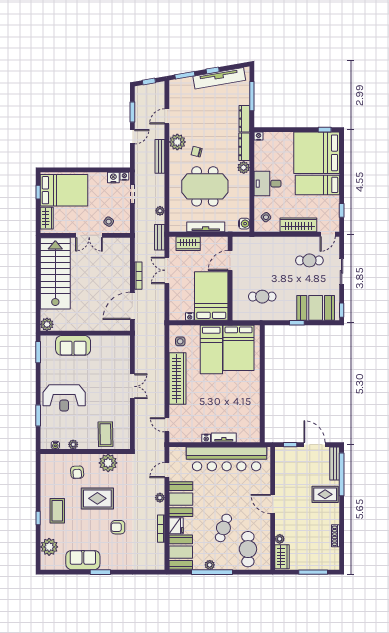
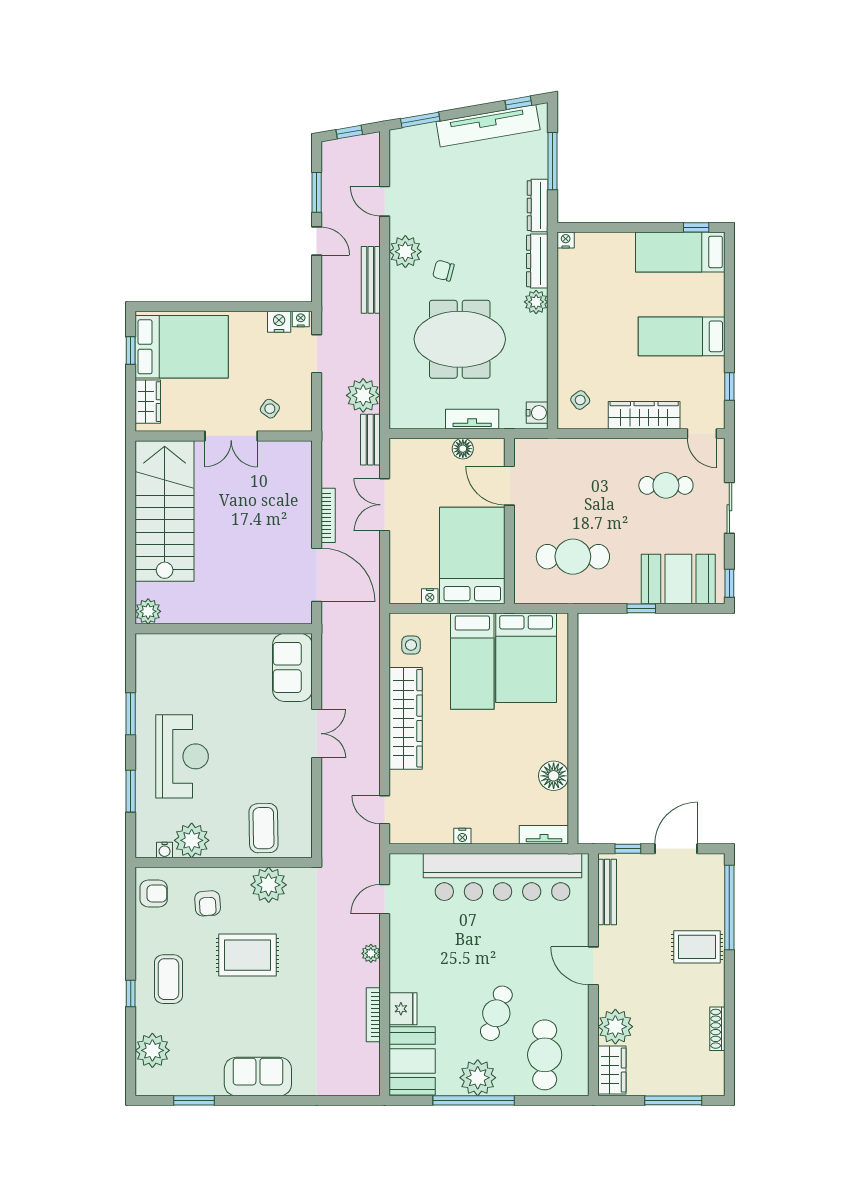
window: (213, 70) -> (518, 103), moved
door: (167, 116) -> (385, 201), hinge flipped
door: (132, 137) -> (317, 241), hinge flipped
bed: (317, 153) -> (680, 252), width x0.49
desk: (268, 184) -> (583, 334), removed
plant: (160, 211) -> (363, 395), width x1.87, depth x1.87
tv unit: (206, 227) -> (472, 419), width x0.71
door: (328, 234) -> (702, 434), hinge flipped
floor lamp: (206, 242) -> (463, 449), added
wardrobe: (188, 244) -> (427, 452), removed
door: (230, 261) -> (509, 486), hinge flipped
cafe table: (262, 297) -> (573, 557), width x1.37, depth x1.35
door: (132, 306) -> (317, 575), swing flipped
sofa: (73, 345) -> (292, 667), moved, turned 90
window: (38, 352) -> (131, 714), moved
reception desk: (64, 398) -> (182, 756), turned -90
floor lamp: (252, 408) -> (554, 776), added
tv unit: (224, 438) -> (544, 835), moved
plant: (73, 444) -> (192, 840), width x1.88, depth x1.88
door: (314, 445) -> (676, 849), hinge flipped
bench: (335, 464) -> (607, 892), moved
booth: (181, 499) -> (412, 956), removed
armchair: (118, 527) -> (154, 893), moved, turned 180
plant: (280, 539) -> (615, 1027), width x1.87, depth x1.87
sofa: (83, 560) -> (258, 1077), moved
plant: (210, 565) -> (478, 1078), width x1.87, depth x1.87
window: (100, 572) -> (194, 1100), moved

